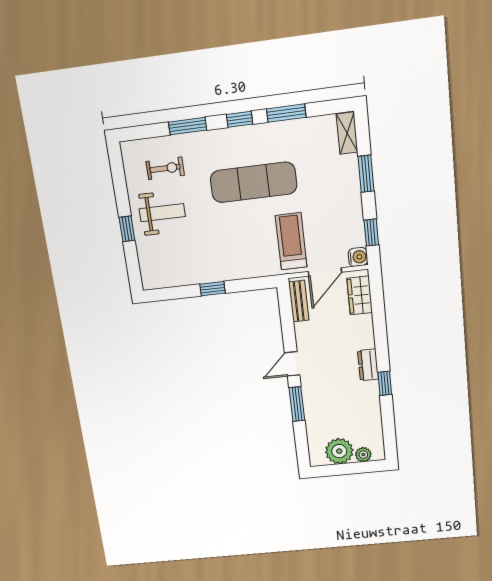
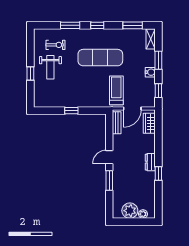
window: (286, 113) -> (133, 25), moved
weight bench: (162, 213) -> (50, 67), turned 90
water cooler: (358, 257) -> (150, 72), moved

